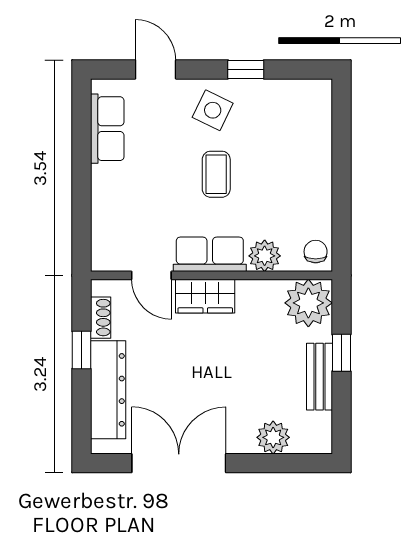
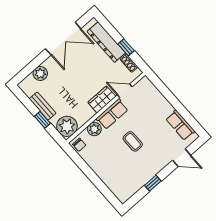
side table: (213, 110) -> (152, 161), removed

